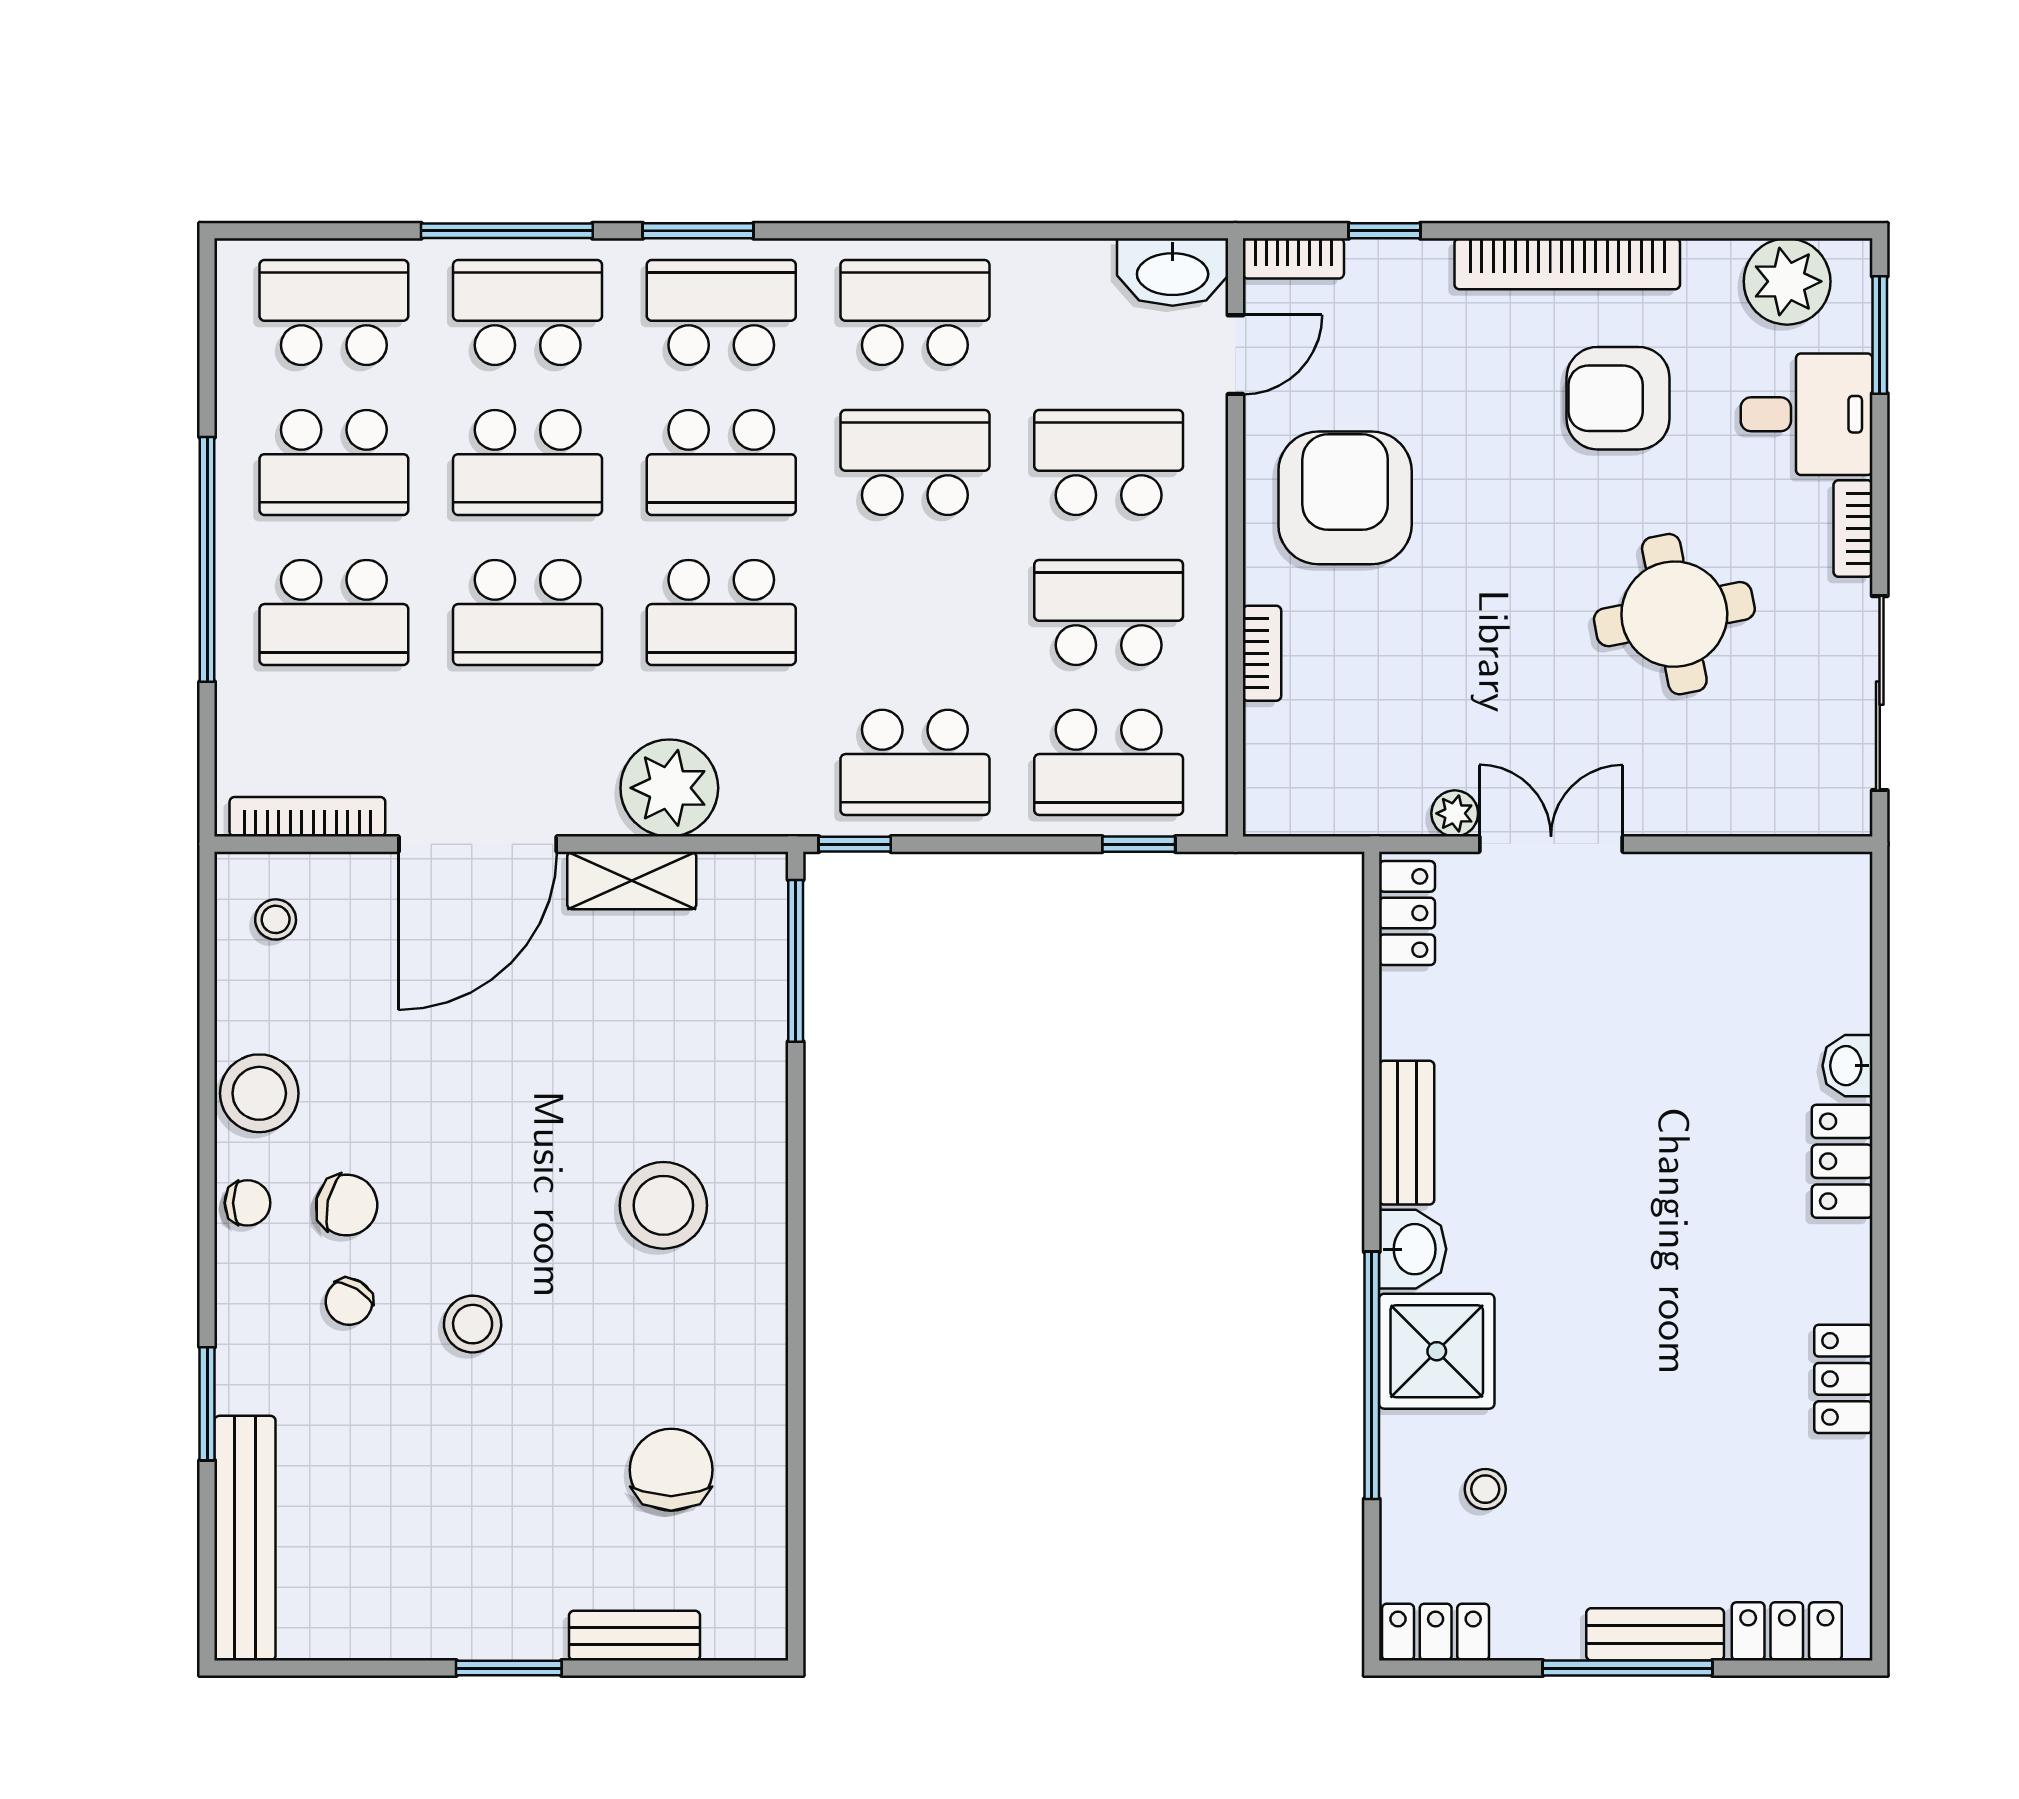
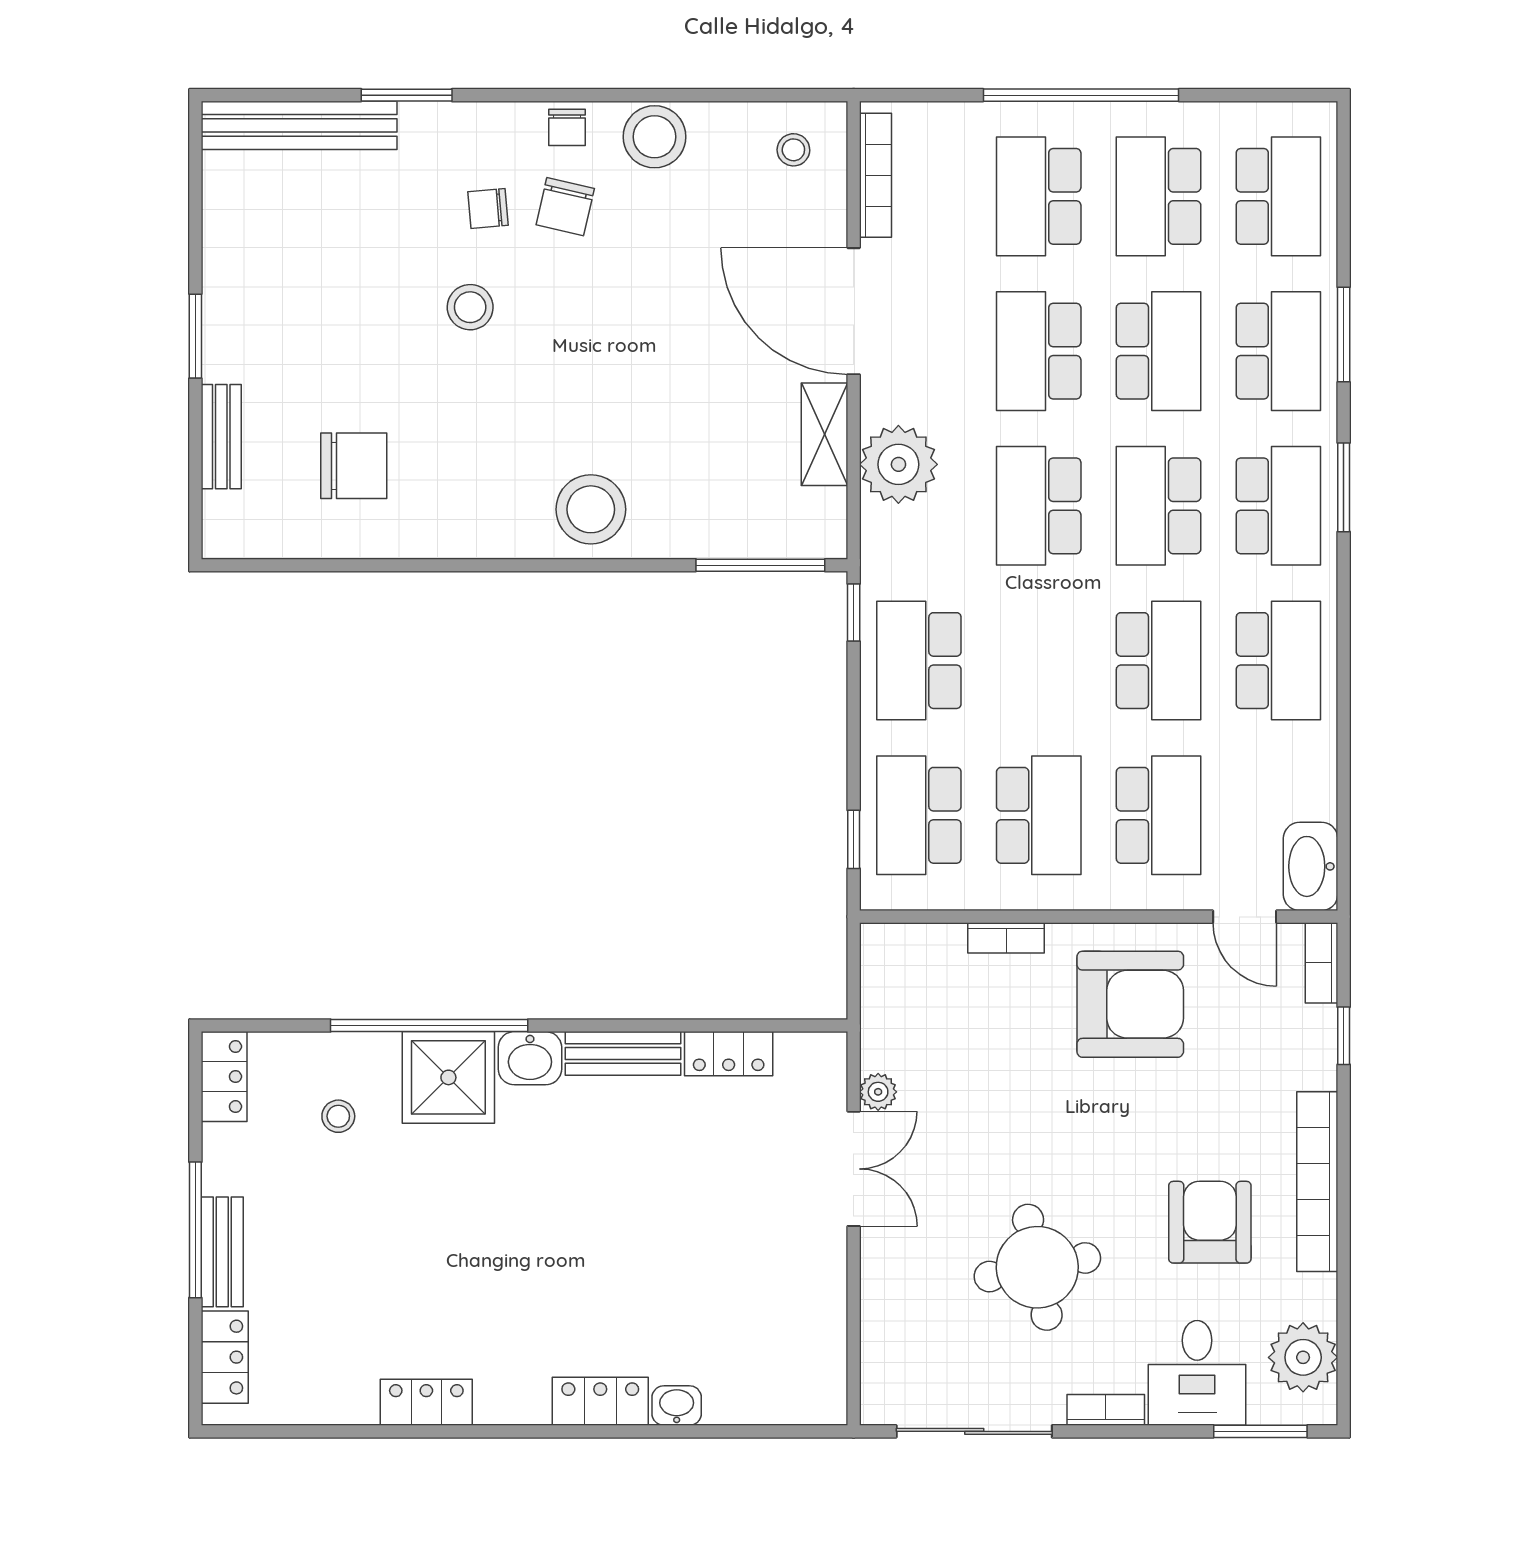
window: (507, 231) -> (1344, 335), width x0.69
school desk: (528, 462) -> (1159, 351), turned 180
locker: (1407, 913) -> (729, 1054), moved
stool: (663, 1205) -> (591, 509), moved
chair: (349, 1302) -> (488, 209), turned -36

